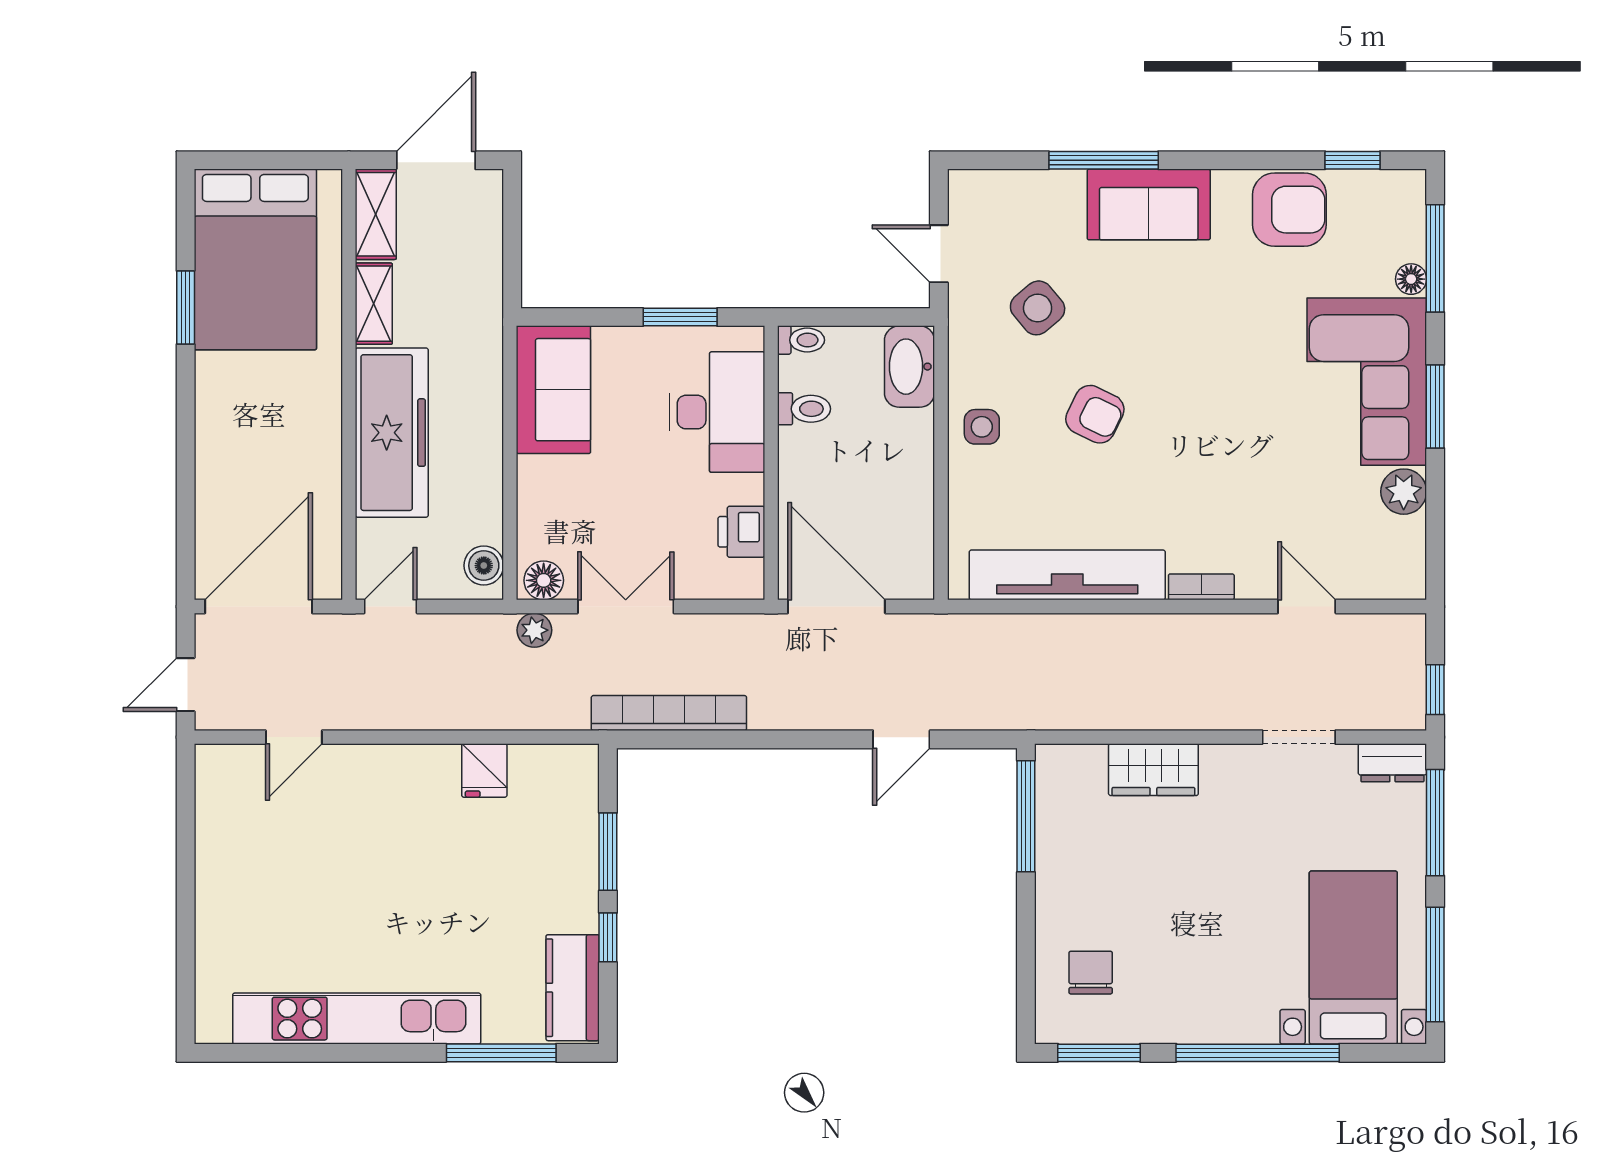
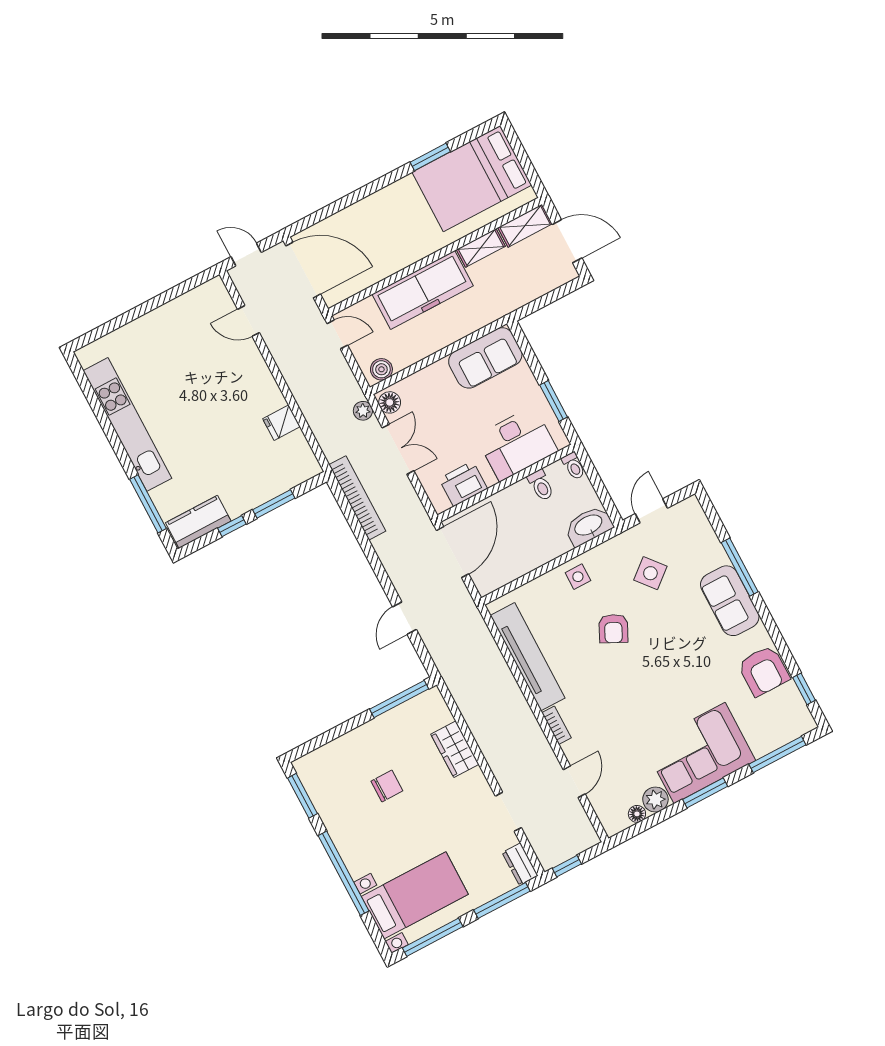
floor lamp: (1411, 279) -> (637, 814), moved
printer: (741, 532) -> (463, 484), width x1.36, depth x1.24
door: (901, 739) -> (405, 618), hinge flipped
chair: (1091, 973) -> (387, 786), moved

